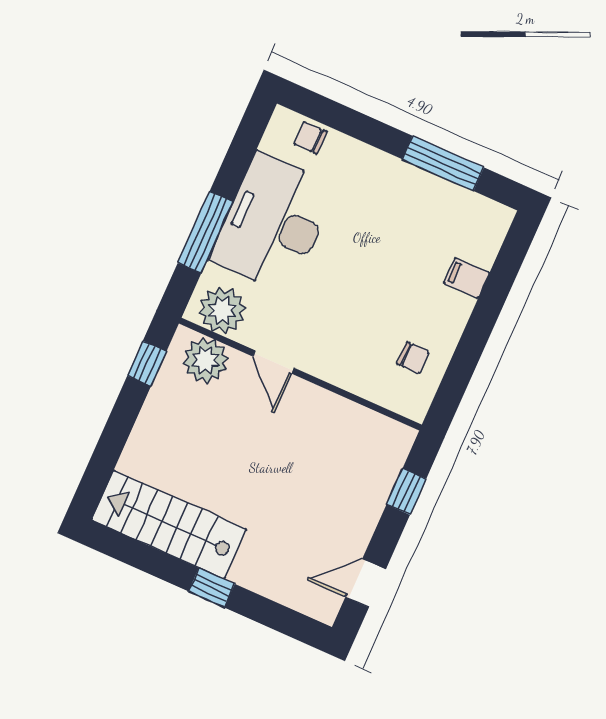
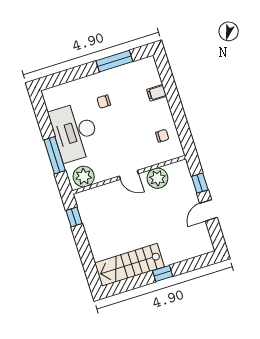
chair: (310, 138) -> (104, 102), moved
plant: (205, 360) -> (157, 178), moved
door: (273, 362) -> (129, 175), moved
door: (366, 583) -> (208, 210), moved

